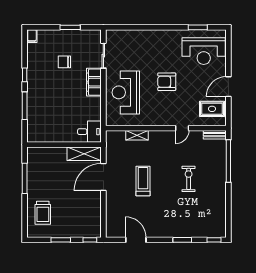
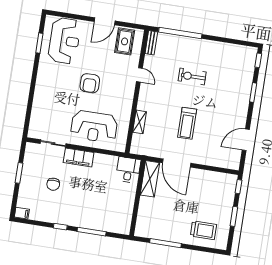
door: (228, 87) -> (105, 21), hinge flipped
treadmill: (143, 181) -> (187, 123), turned -90

